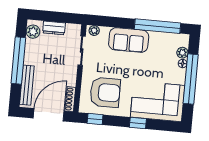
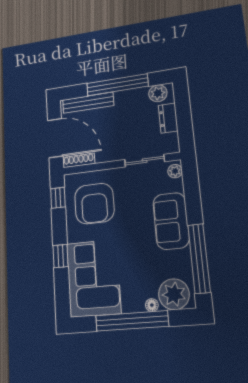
plant: (182, 53) -> (174, 294), width x1.88, depth x1.88

